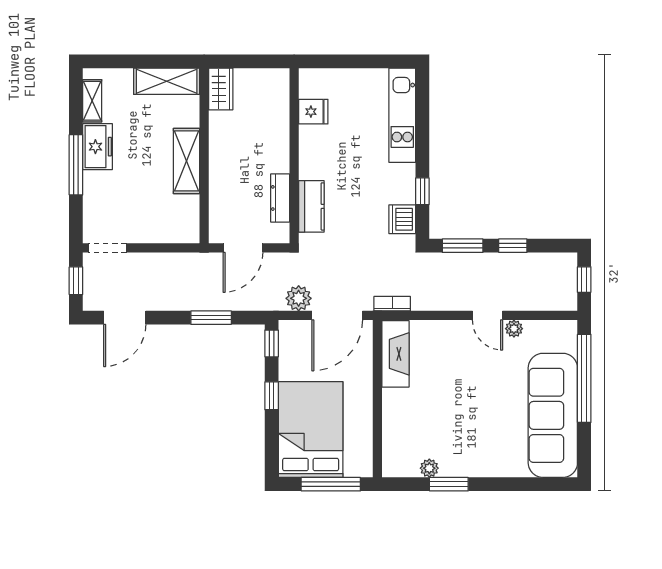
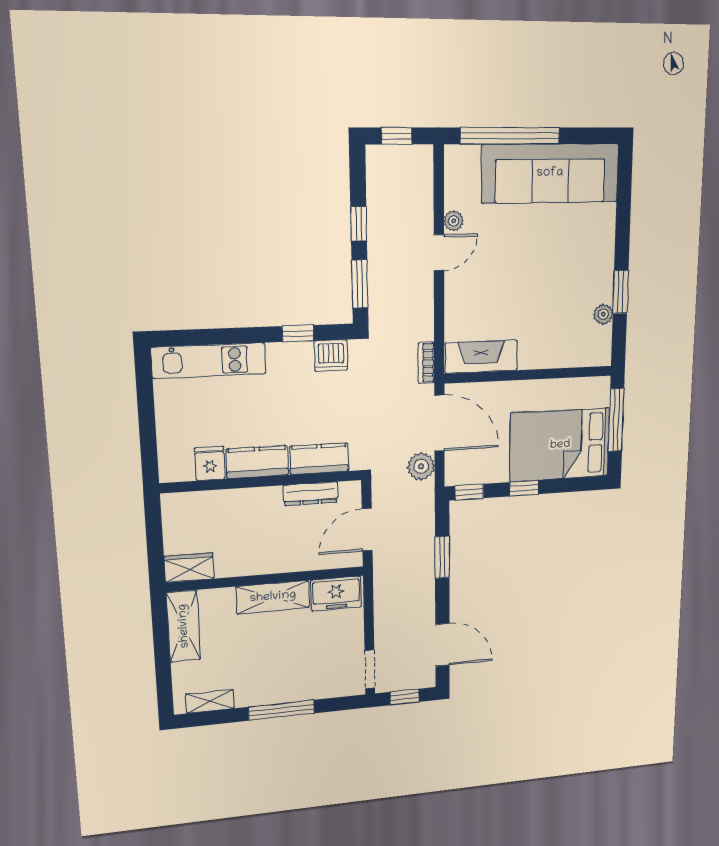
freezer: (98, 147) -> (336, 594), moved, turned 180
kitchen counter: (312, 152) -> (257, 462), added
door: (243, 248) -> (367, 530), swing flipped

